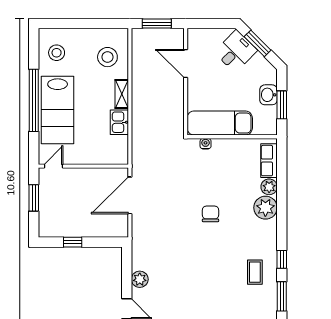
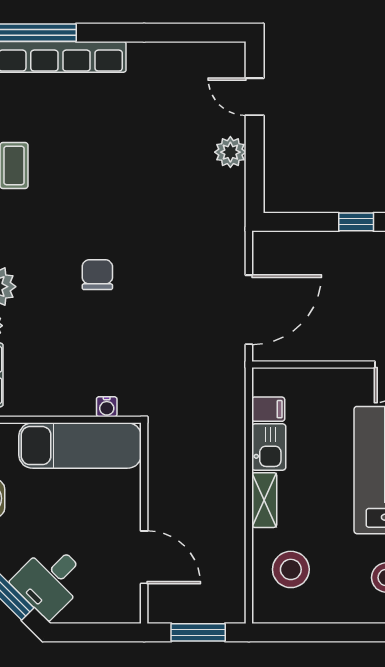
filing cabinet: (120, 142) -> (268, 409), added
chair: (210, 214) -> (97, 275), turned 180

